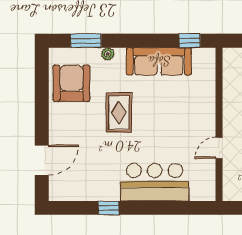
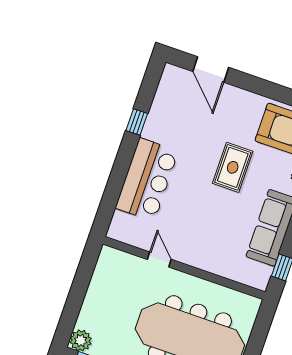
rug: (119, 113) -> (233, 167), turned 90

